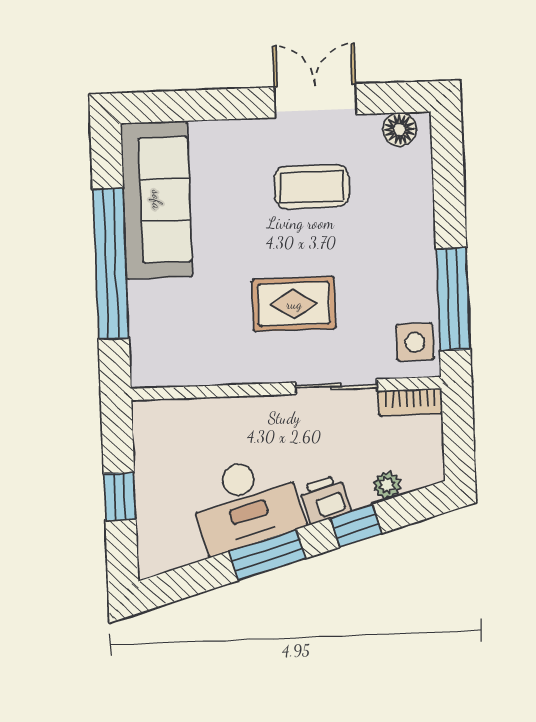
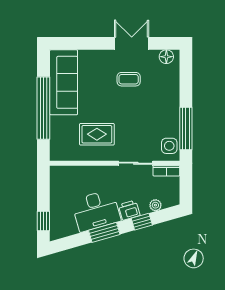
coffee table: (312, 187) -> (129, 79), width x0.73, depth x0.77
rug: (294, 304) -> (97, 134), moved
window: (120, 496) -> (43, 221), moved

